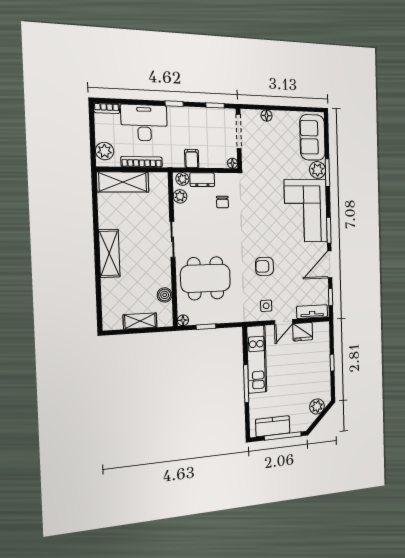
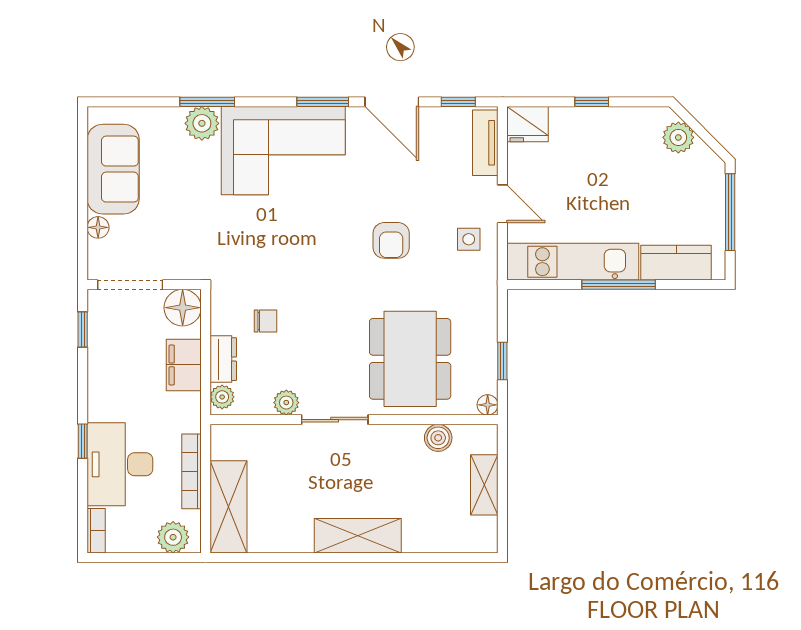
window: (174, 104) -> (83, 441), moved
sofa: (312, 137) -> (113, 169), moved, turned -90
filing cabinet: (192, 159) -> (184, 365), width x2.00
floor lamp: (232, 163) -> (183, 308), width x1.89, depth x1.89
plant: (180, 196) -> (286, 403), moved
fridge: (303, 332) -> (527, 124), moved, turned 90
kitchen counter: (273, 426) -> (676, 263), moved, turned 90

